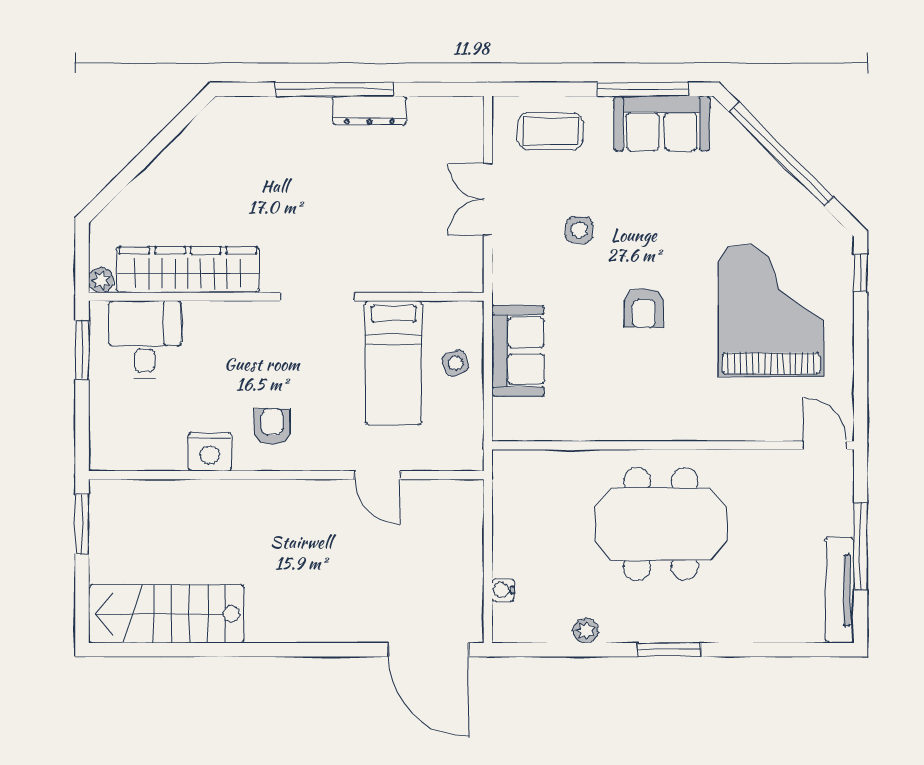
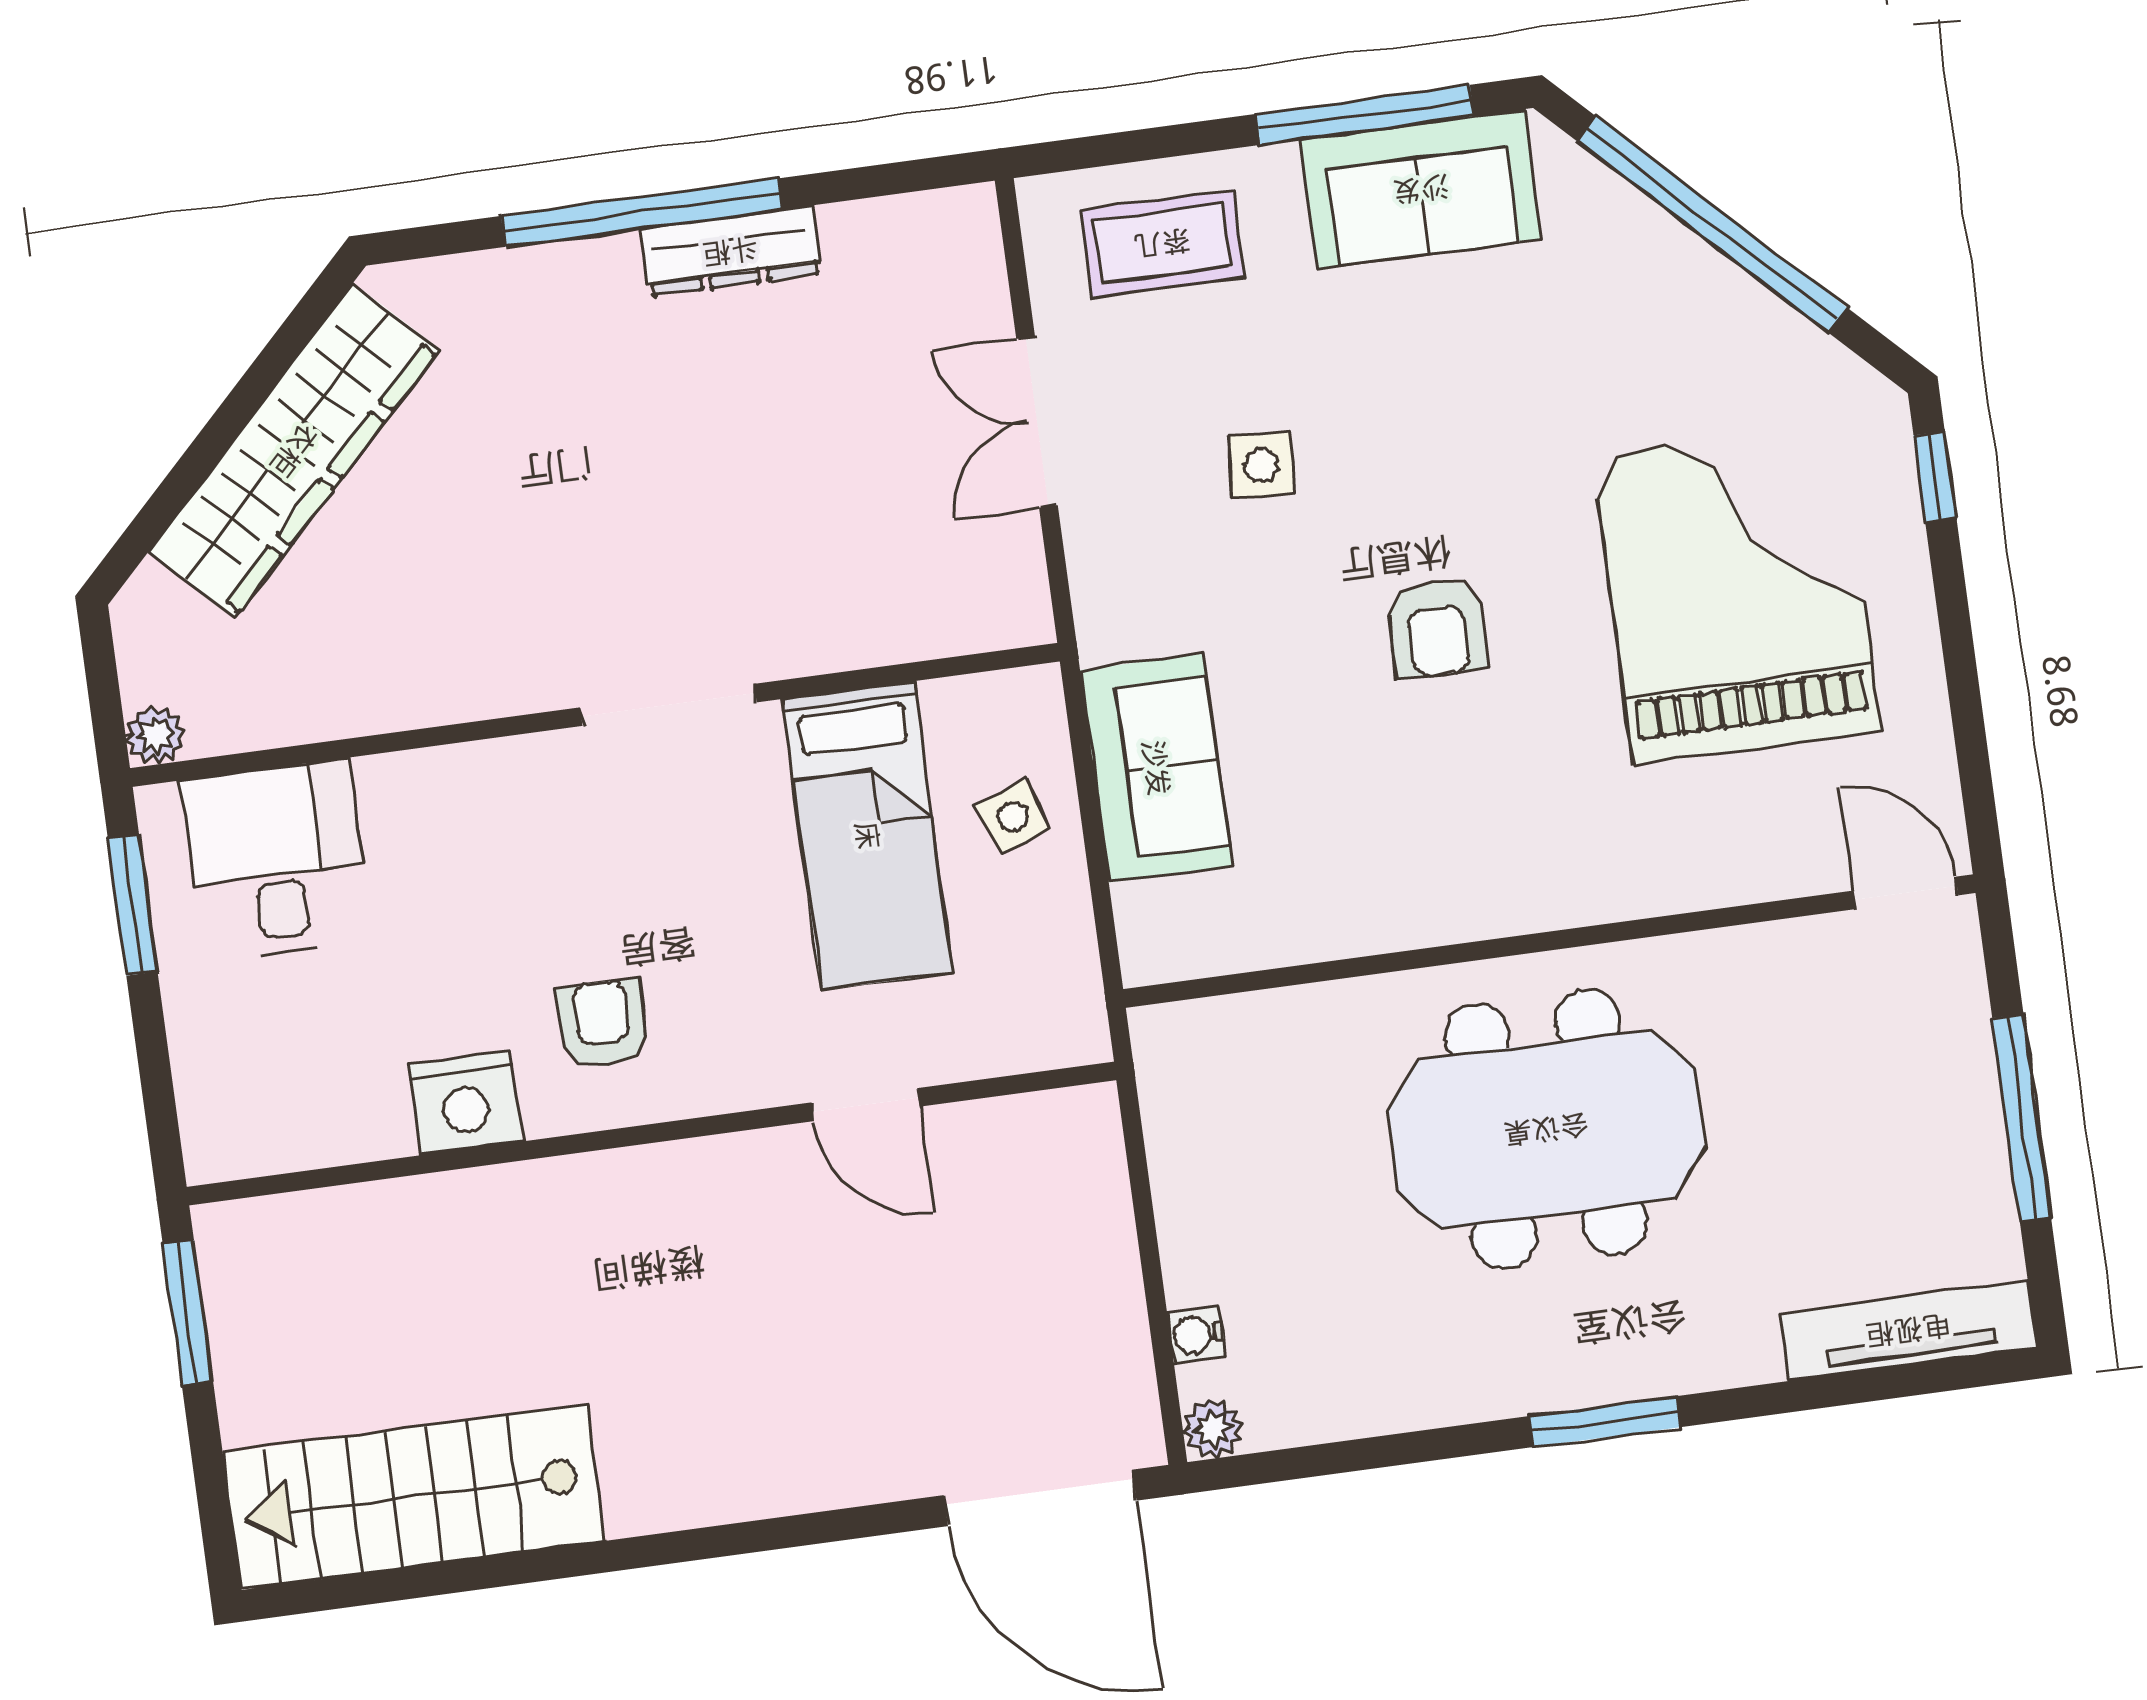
wardrobe: (188, 270) -> (294, 450), moved, turned 135
tv unit: (840, 590) -> (1908, 1330), moved, turned 90
plant: (586, 630) -> (1213, 1429), moved

